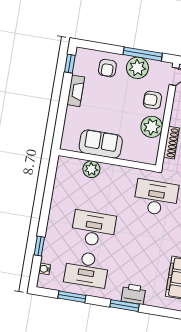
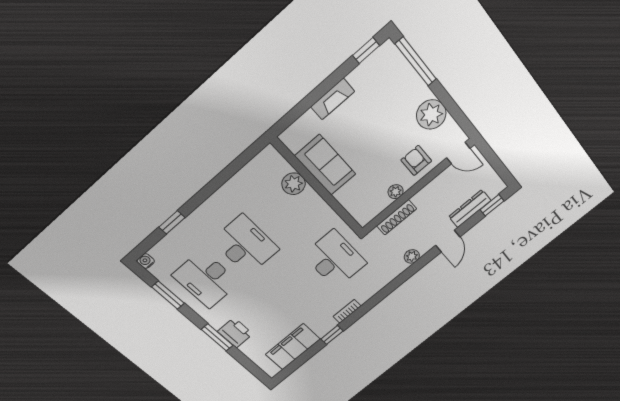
window: (143, 54) -> (416, 62), moved
armchair: (107, 68) -> (401, 89), removed
fireplace: (76, 91) -> (333, 99), moved
plant: (152, 127) -> (396, 192), width x0.53, depth x0.53
water cooler: (45, 269) -> (146, 261), moved

